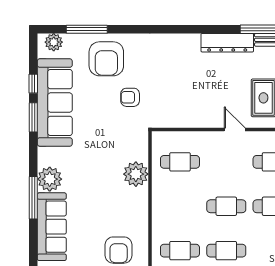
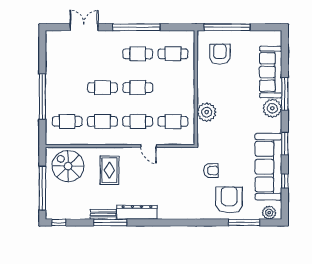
window: (33, 117) -> (285, 144), moved
door: (235, 130) -> (149, 146), moved
cafe table: (226, 162) -> (138, 121), added

